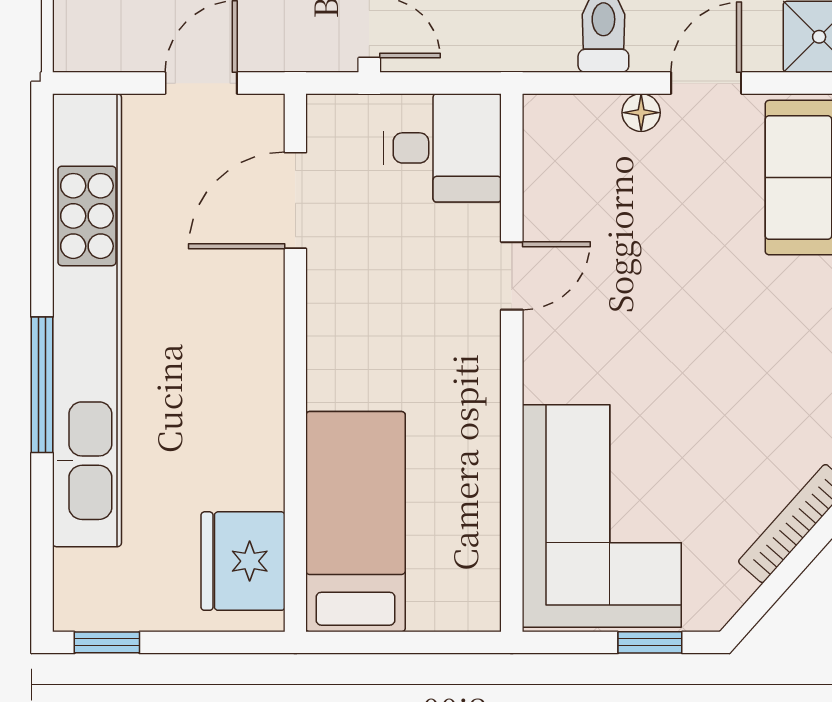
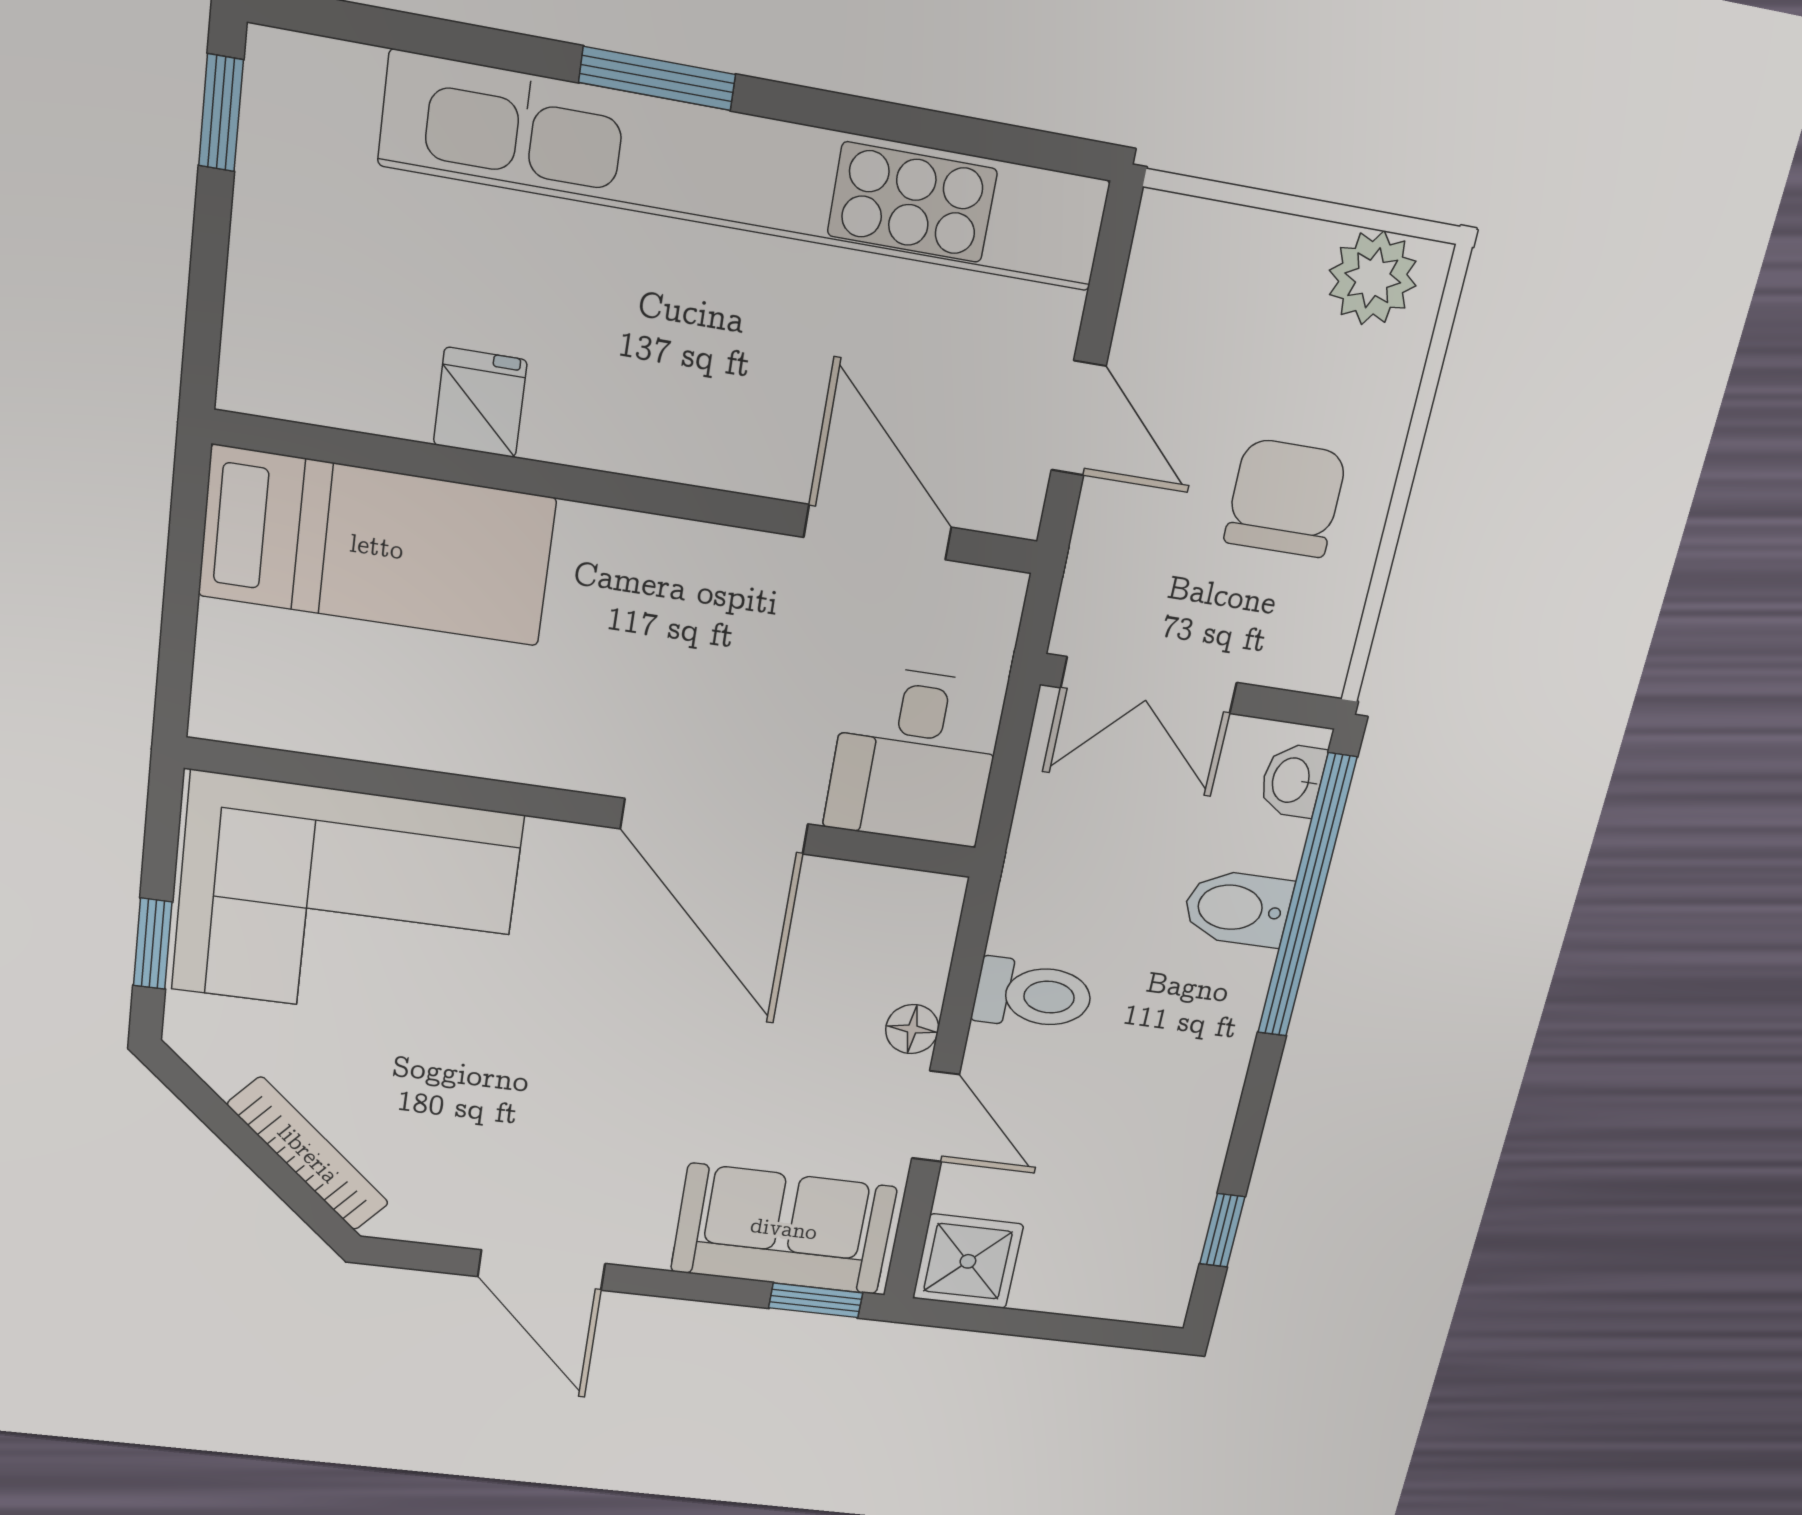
door: (512, 276) -> (714, 826), width x1.88
window: (42, 385) -> (657, 78), width x0.69
fridge: (243, 561) -> (480, 403), moved, width x0.53, depth x0.75

